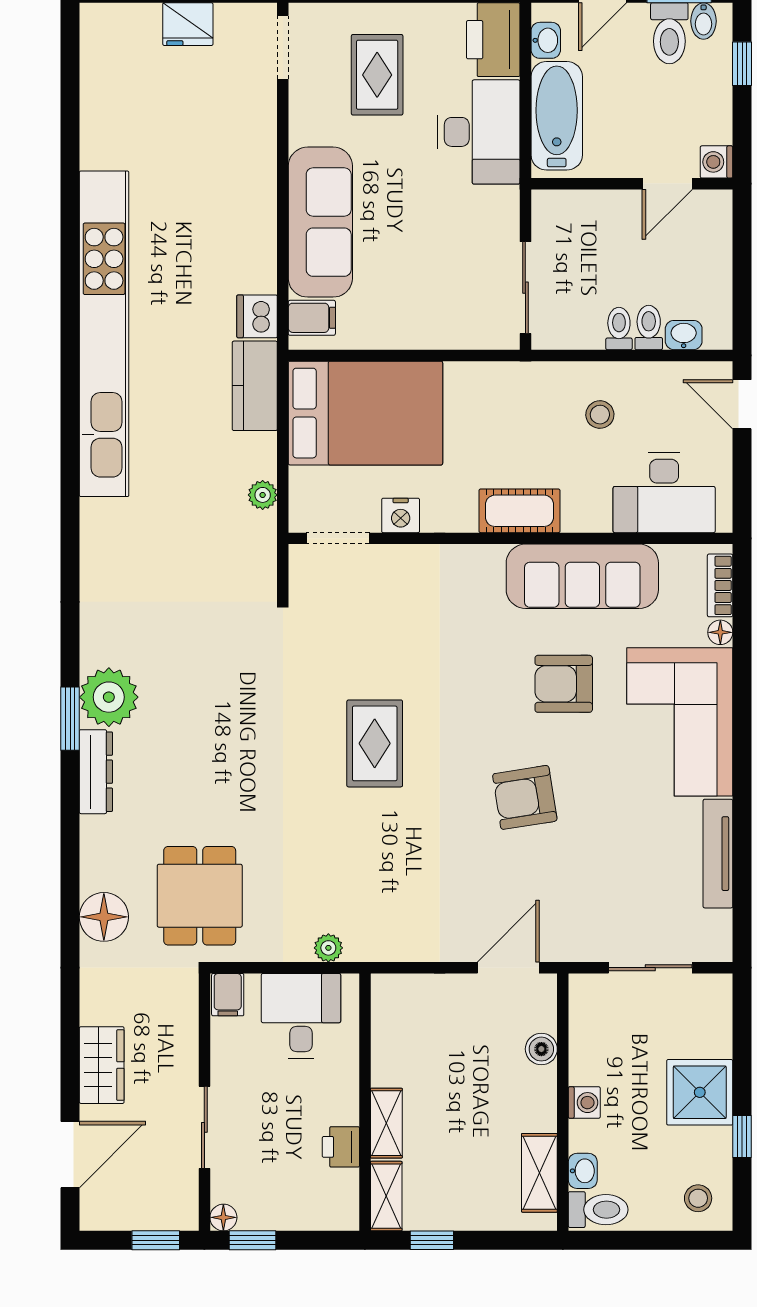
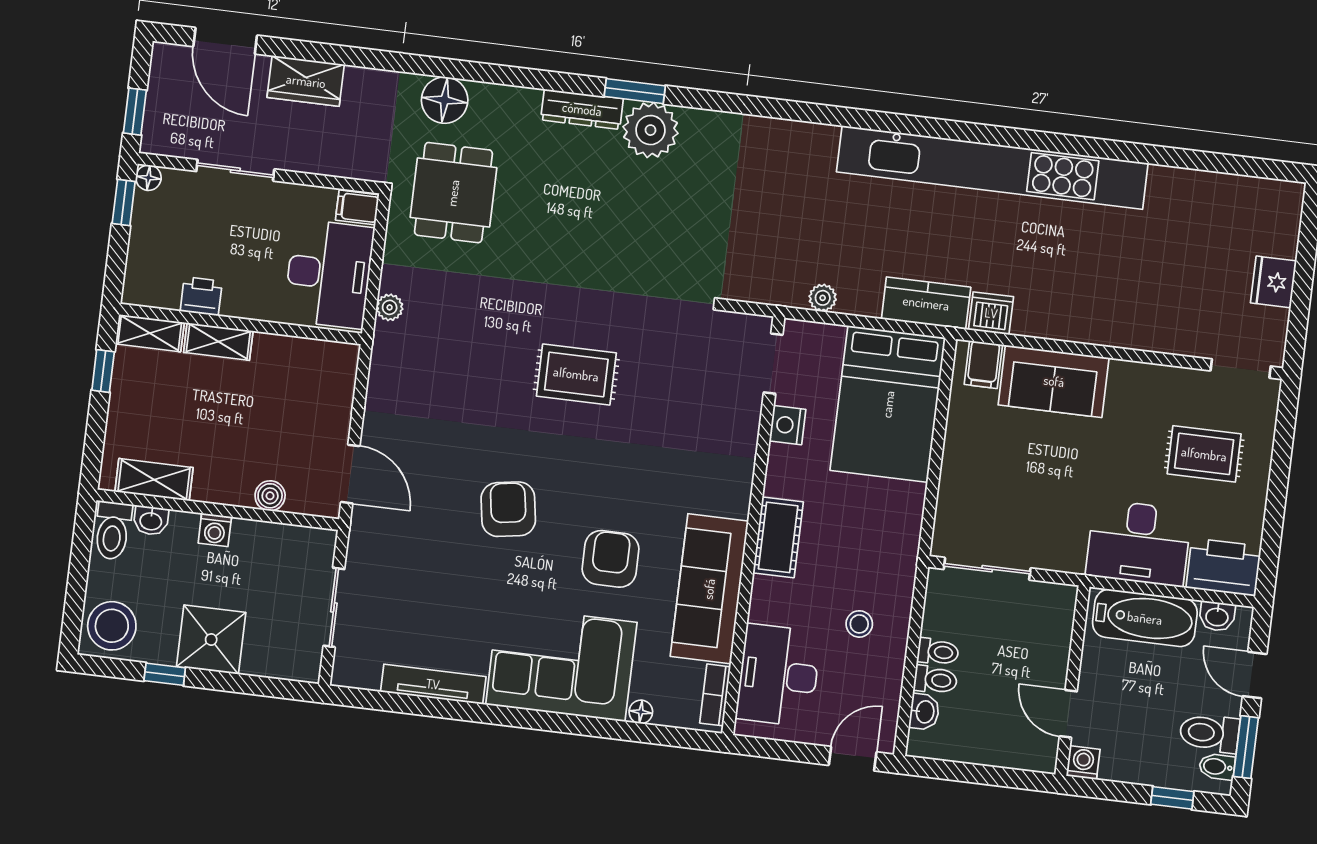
sofa: (320, 222) -> (1054, 381), width x0.73
bookcase: (720, 585) -> (715, 695), moved, turned -90
dining table: (200, 896) -> (453, 193), turned 90
desk: (301, 1016) -> (329, 274), width x1.37
stool: (698, 1198) -> (112, 626), width x1.89, depth x1.89

